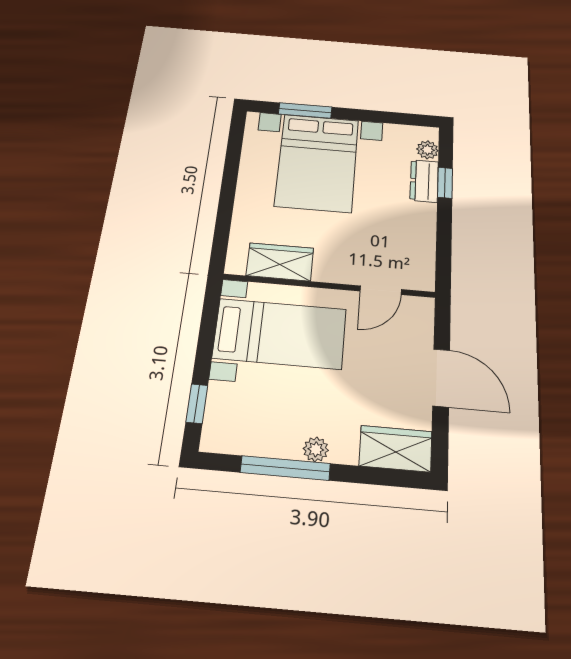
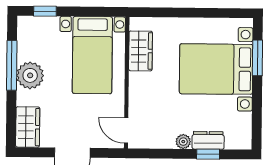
plant: (427, 150) -> (183, 142), moved
door: (381, 290) -> (126, 130), moved
plant: (316, 449) -> (30, 75), width x1.88, depth x1.88

